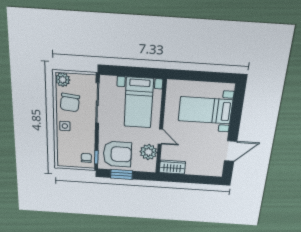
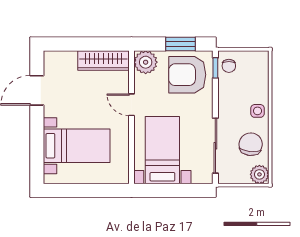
plant: (148, 152) -> (146, 62), moved
wardrobe: (172, 167) -> (103, 60), width x1.50

